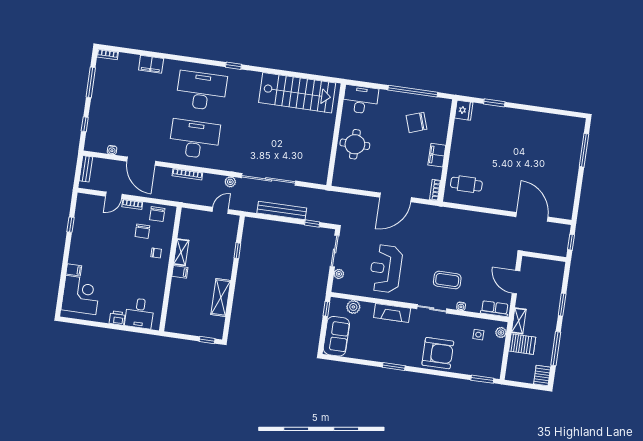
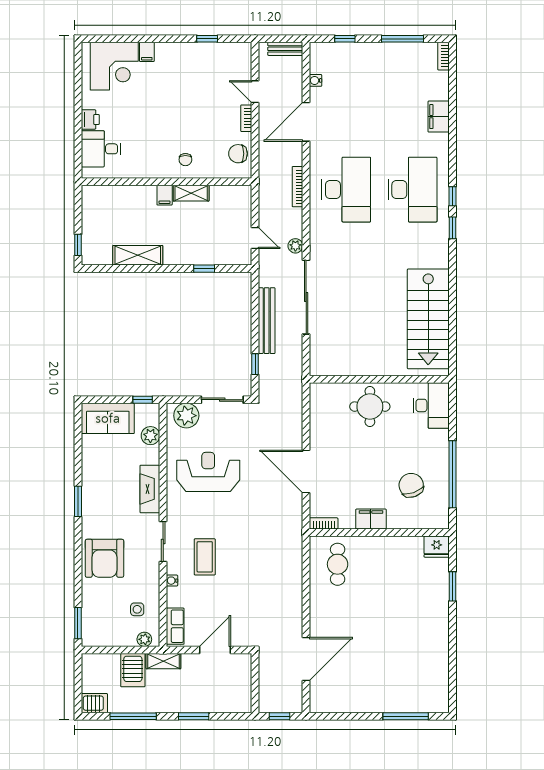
window: (210, 62) -> (452, 196), added
chair: (142, 231) -> (212, 137), removed
plant: (339, 274) -> (186, 416), width x1.88, depth x1.88

